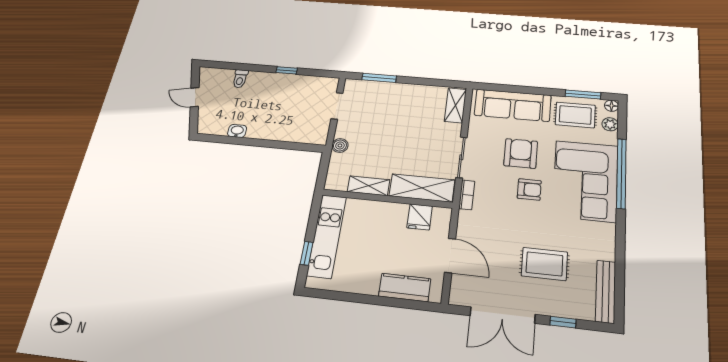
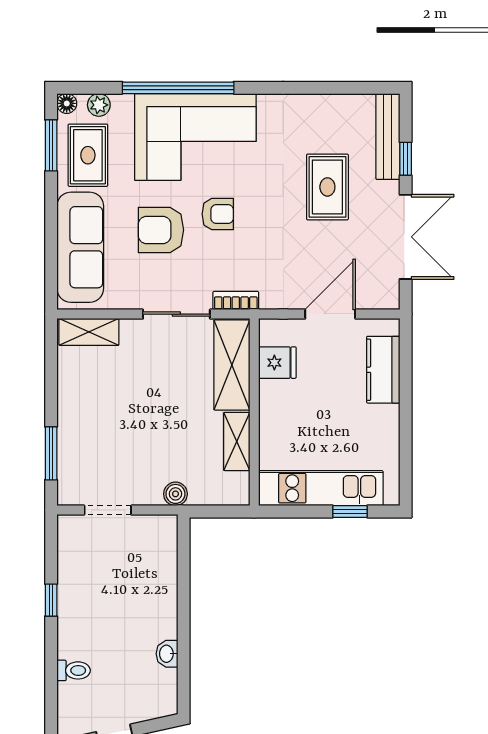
armchair: (529, 189) -> (218, 214), turned 90
bench: (606, 291) -> (388, 137), moved, turned 90

